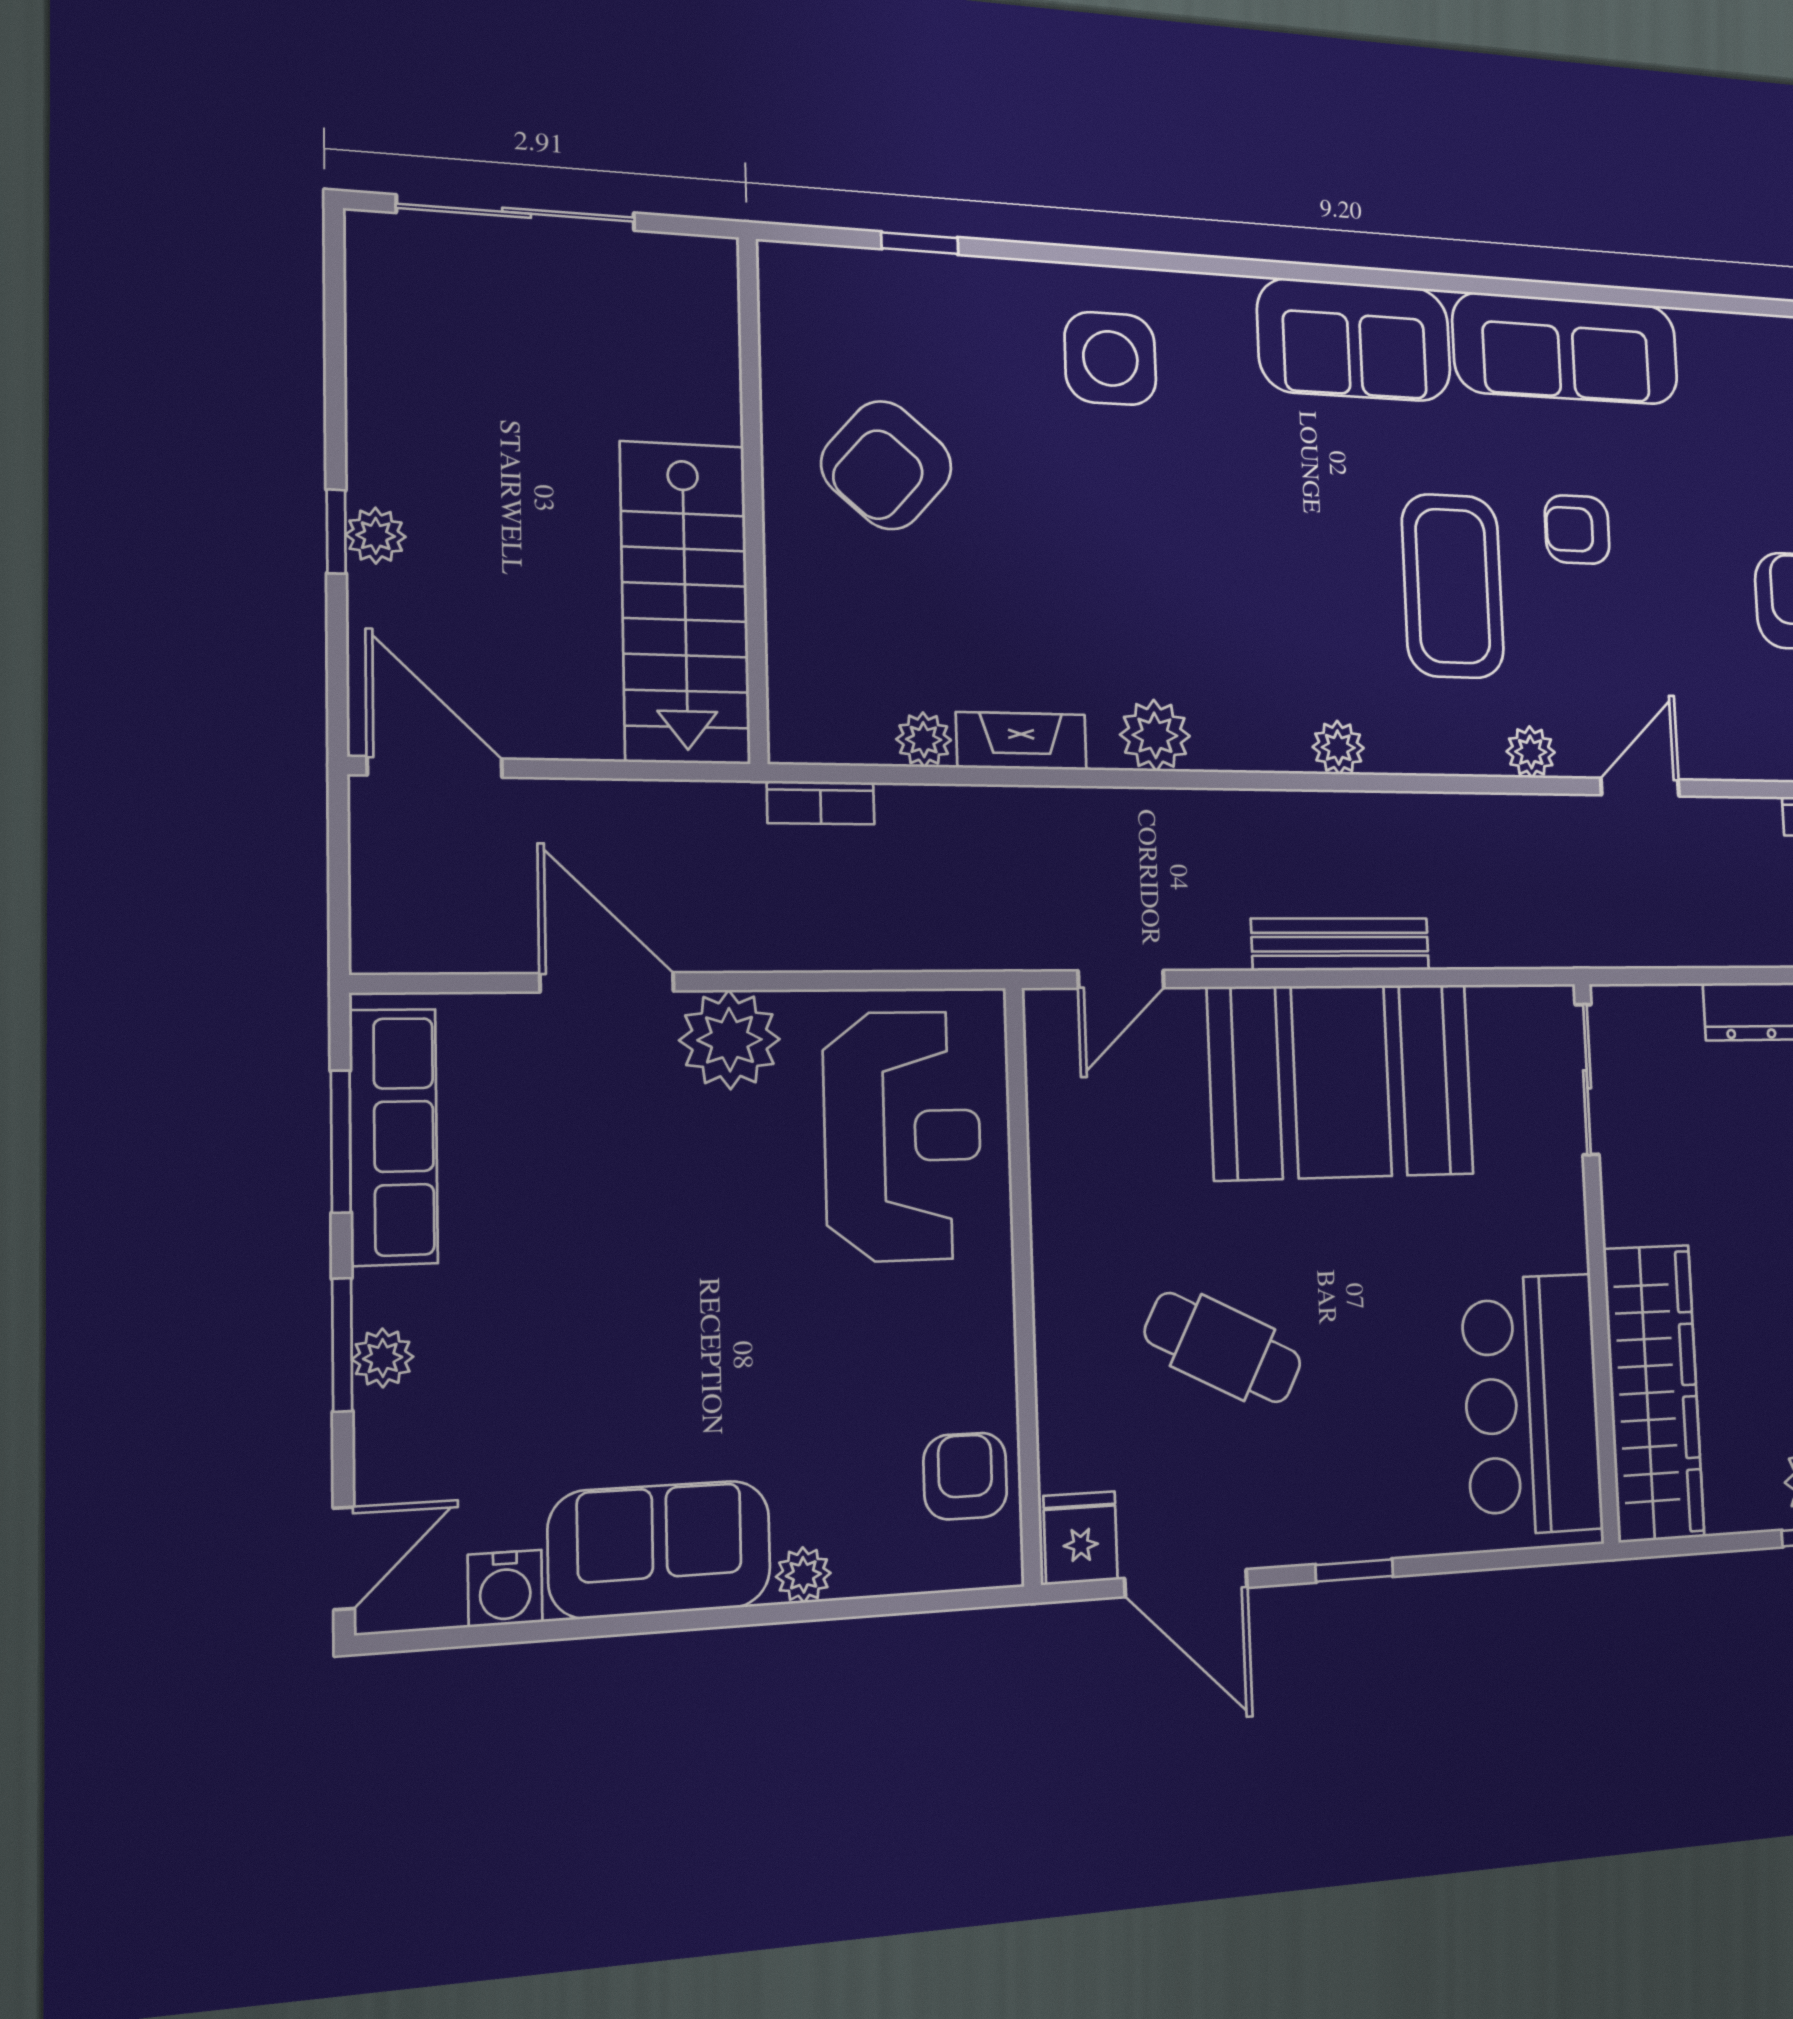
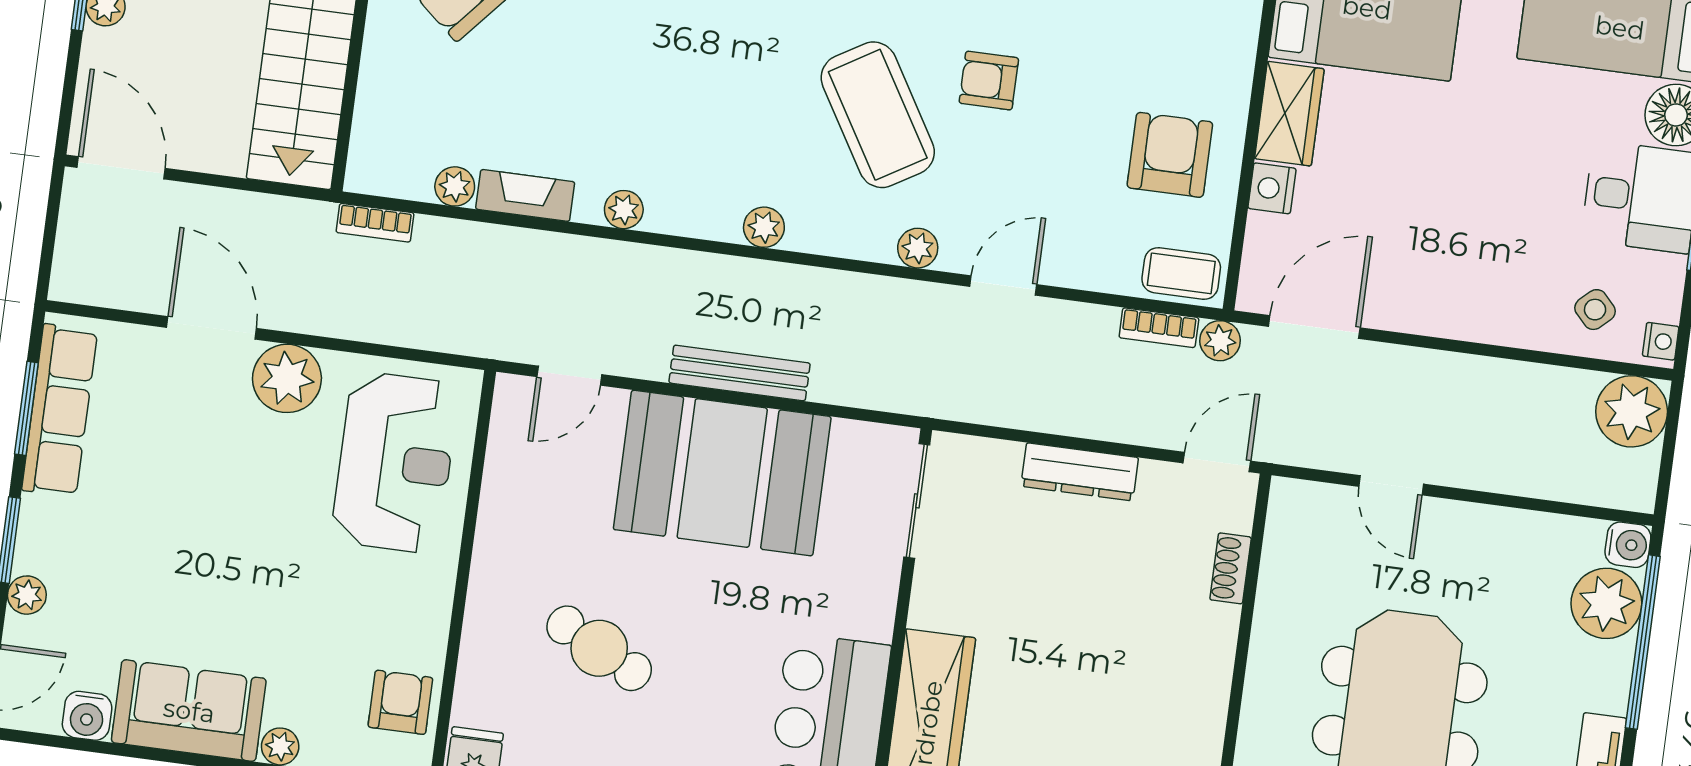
coffee table: (1453, 586) -> (878, 115), turned -31
plant: (1155, 735) -> (624, 210), width x0.73, depth x0.73
plant: (383, 1358) -> (27, 595), moved

